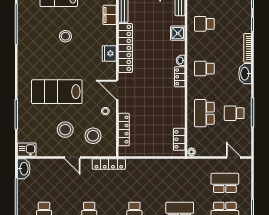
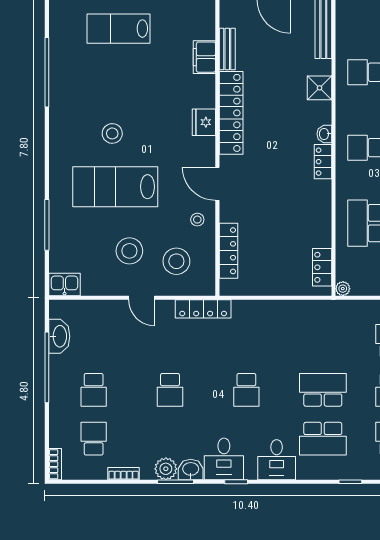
stool: (65, 36) -> (112, 133), moved
washbasin: (24, 169) -> (59, 336), moved

